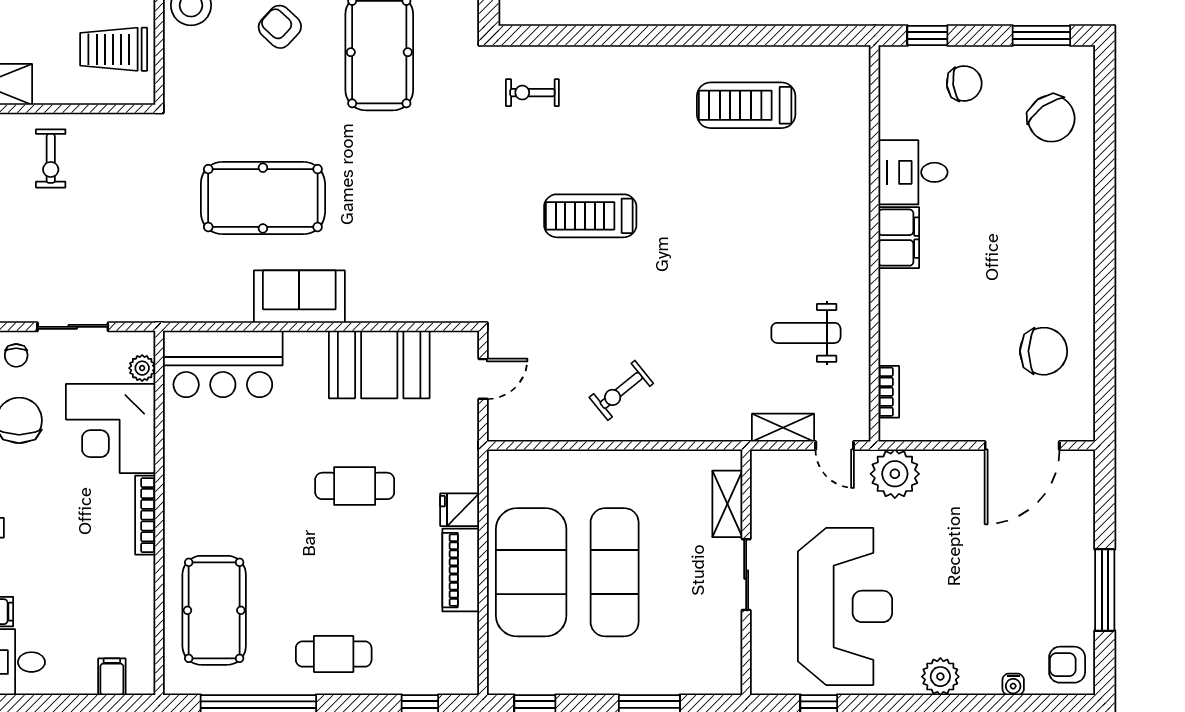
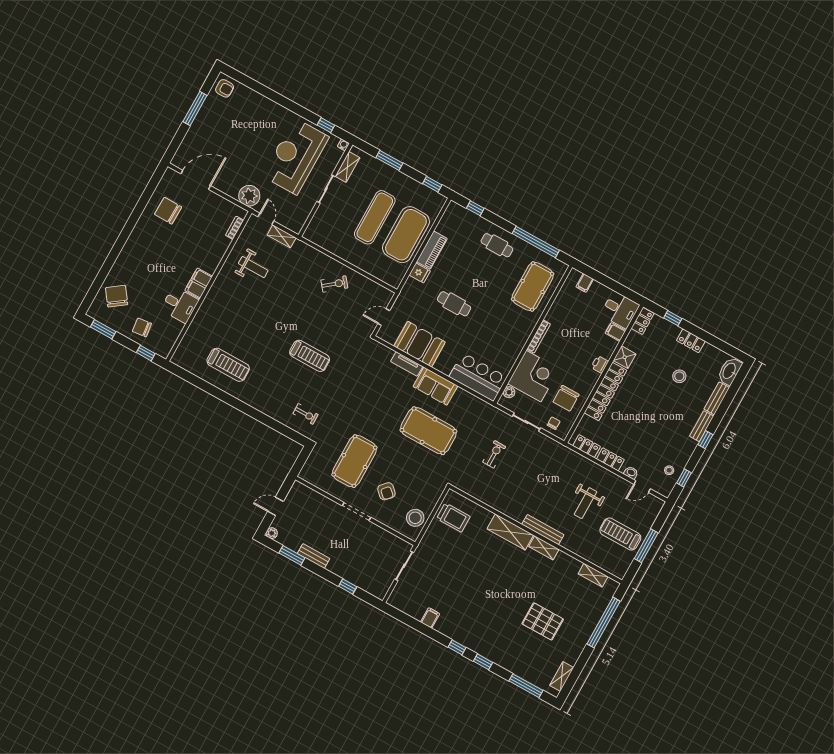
exercise bike: (51, 158) -> (494, 454), moved
tv unit: (383, 309) -> (407, 364), added
shelving: (727, 504) -> (347, 167), moved
plant: (940, 677) -> (274, 110), removed
water cooler: (1013, 684) -> (343, 145), moved

